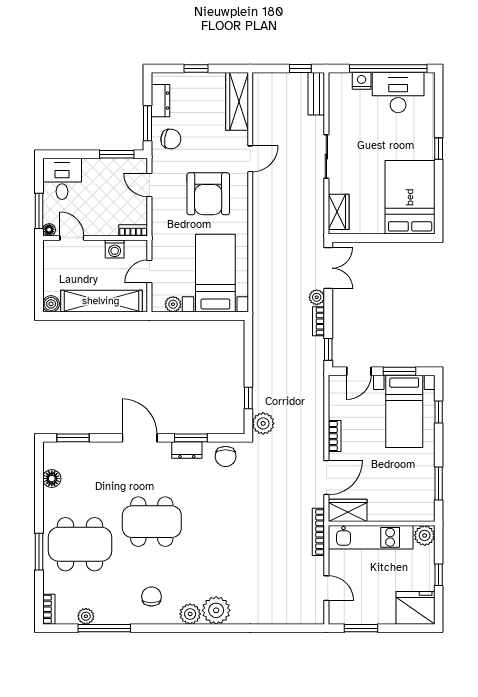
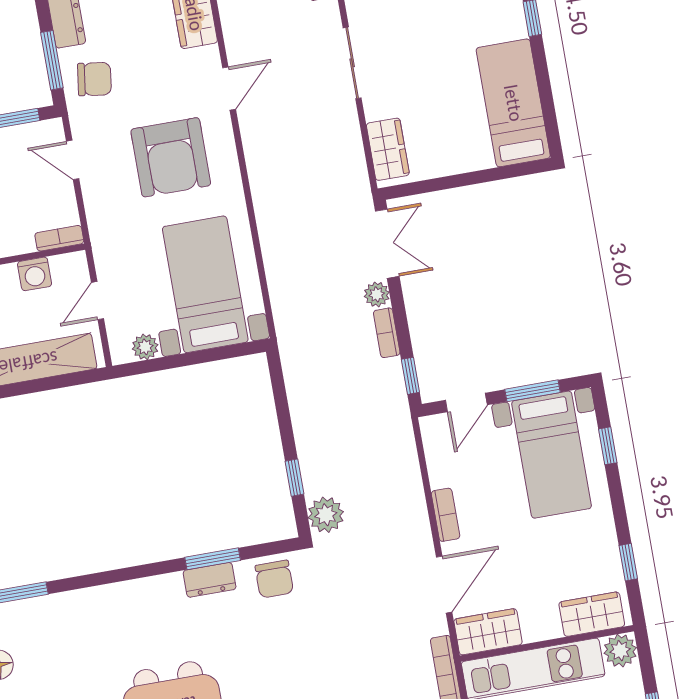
bed: (410, 197) -> (513, 103), width x0.67
door: (140, 438) -> (129, 574), removed
window: (439, 484) -> (628, 562), width x0.67
wardrobe: (411, 511) -> (592, 614), added

